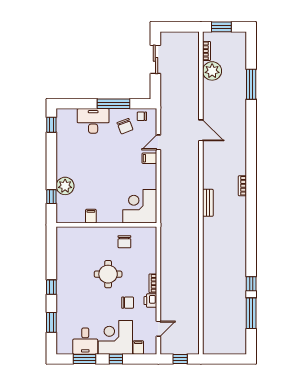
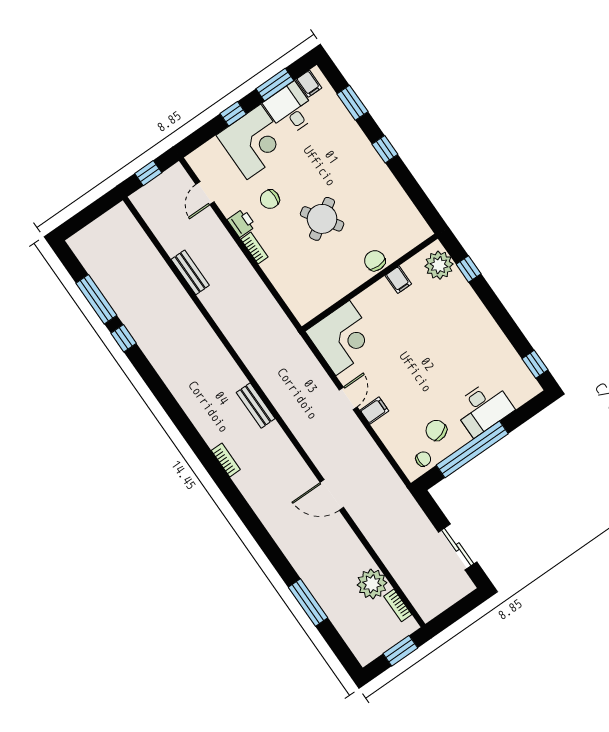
window: (113, 104) -> (472, 449), width x1.46
door: (158, 142) -> (348, 398), moved
plant: (65, 186) -> (439, 265), moved
chair: (124, 242) -> (375, 261), moved
round table: (108, 274) -> (322, 219), turned -33
bench: (194, 294) -> (190, 272), added
filing cabinet: (138, 347) -> (309, 84), moved

